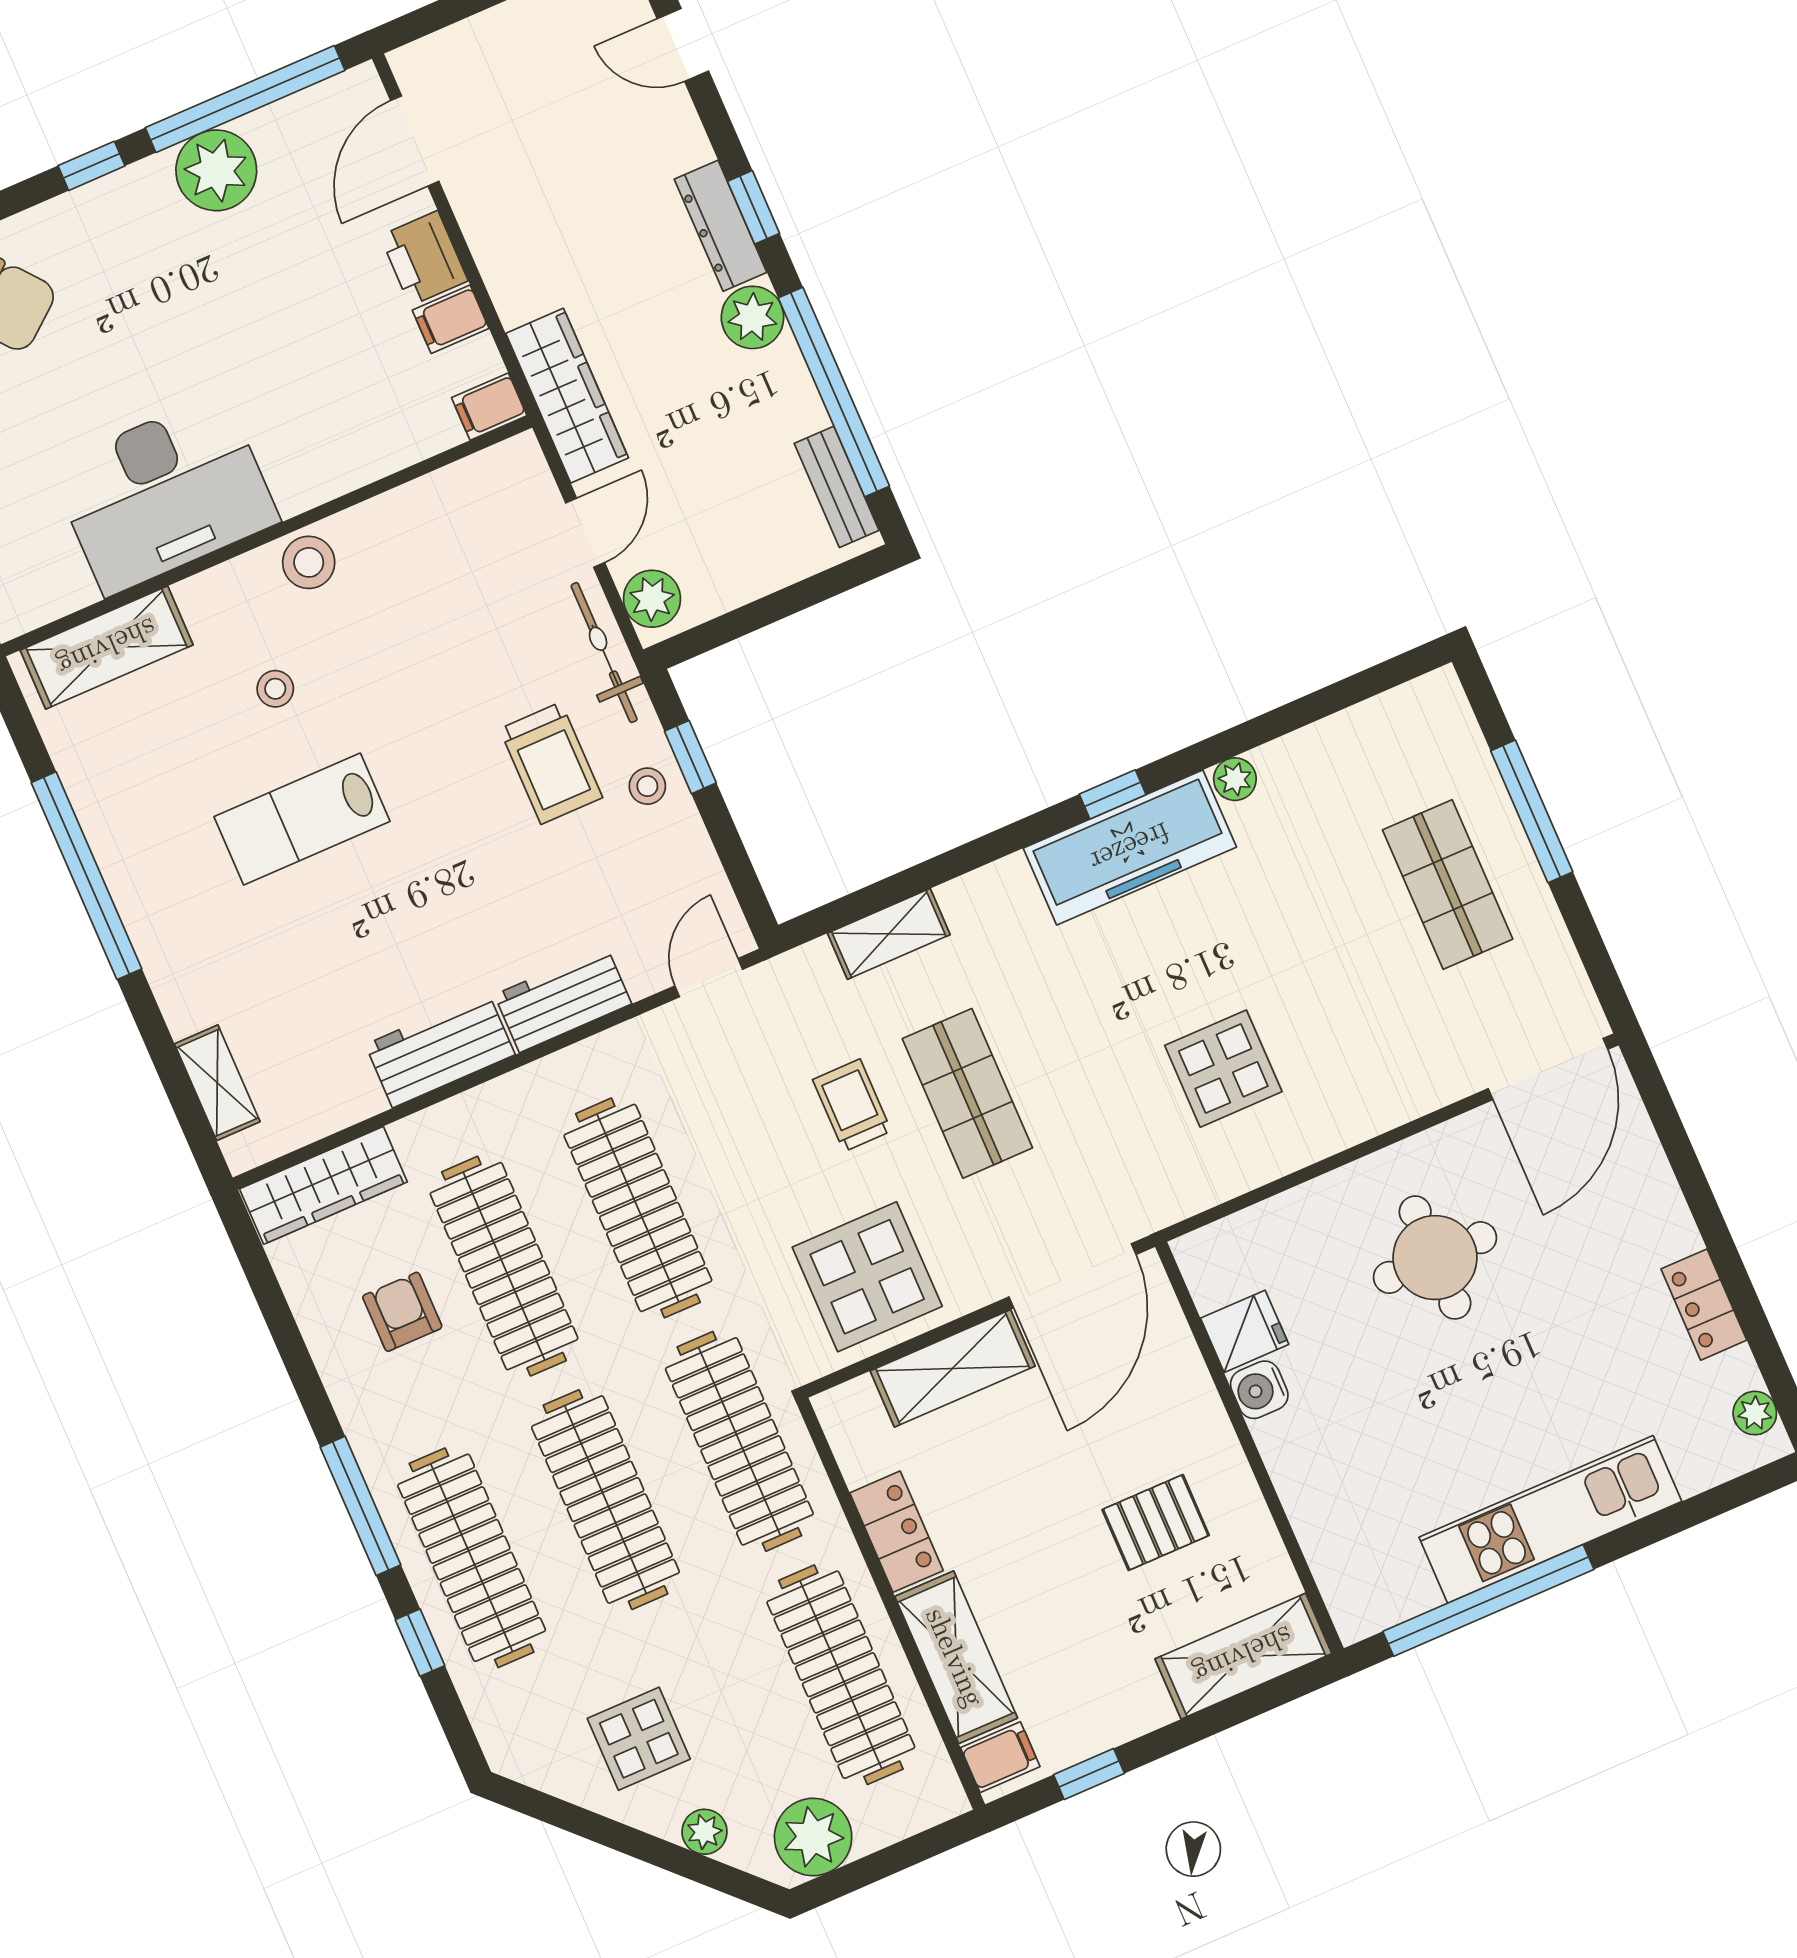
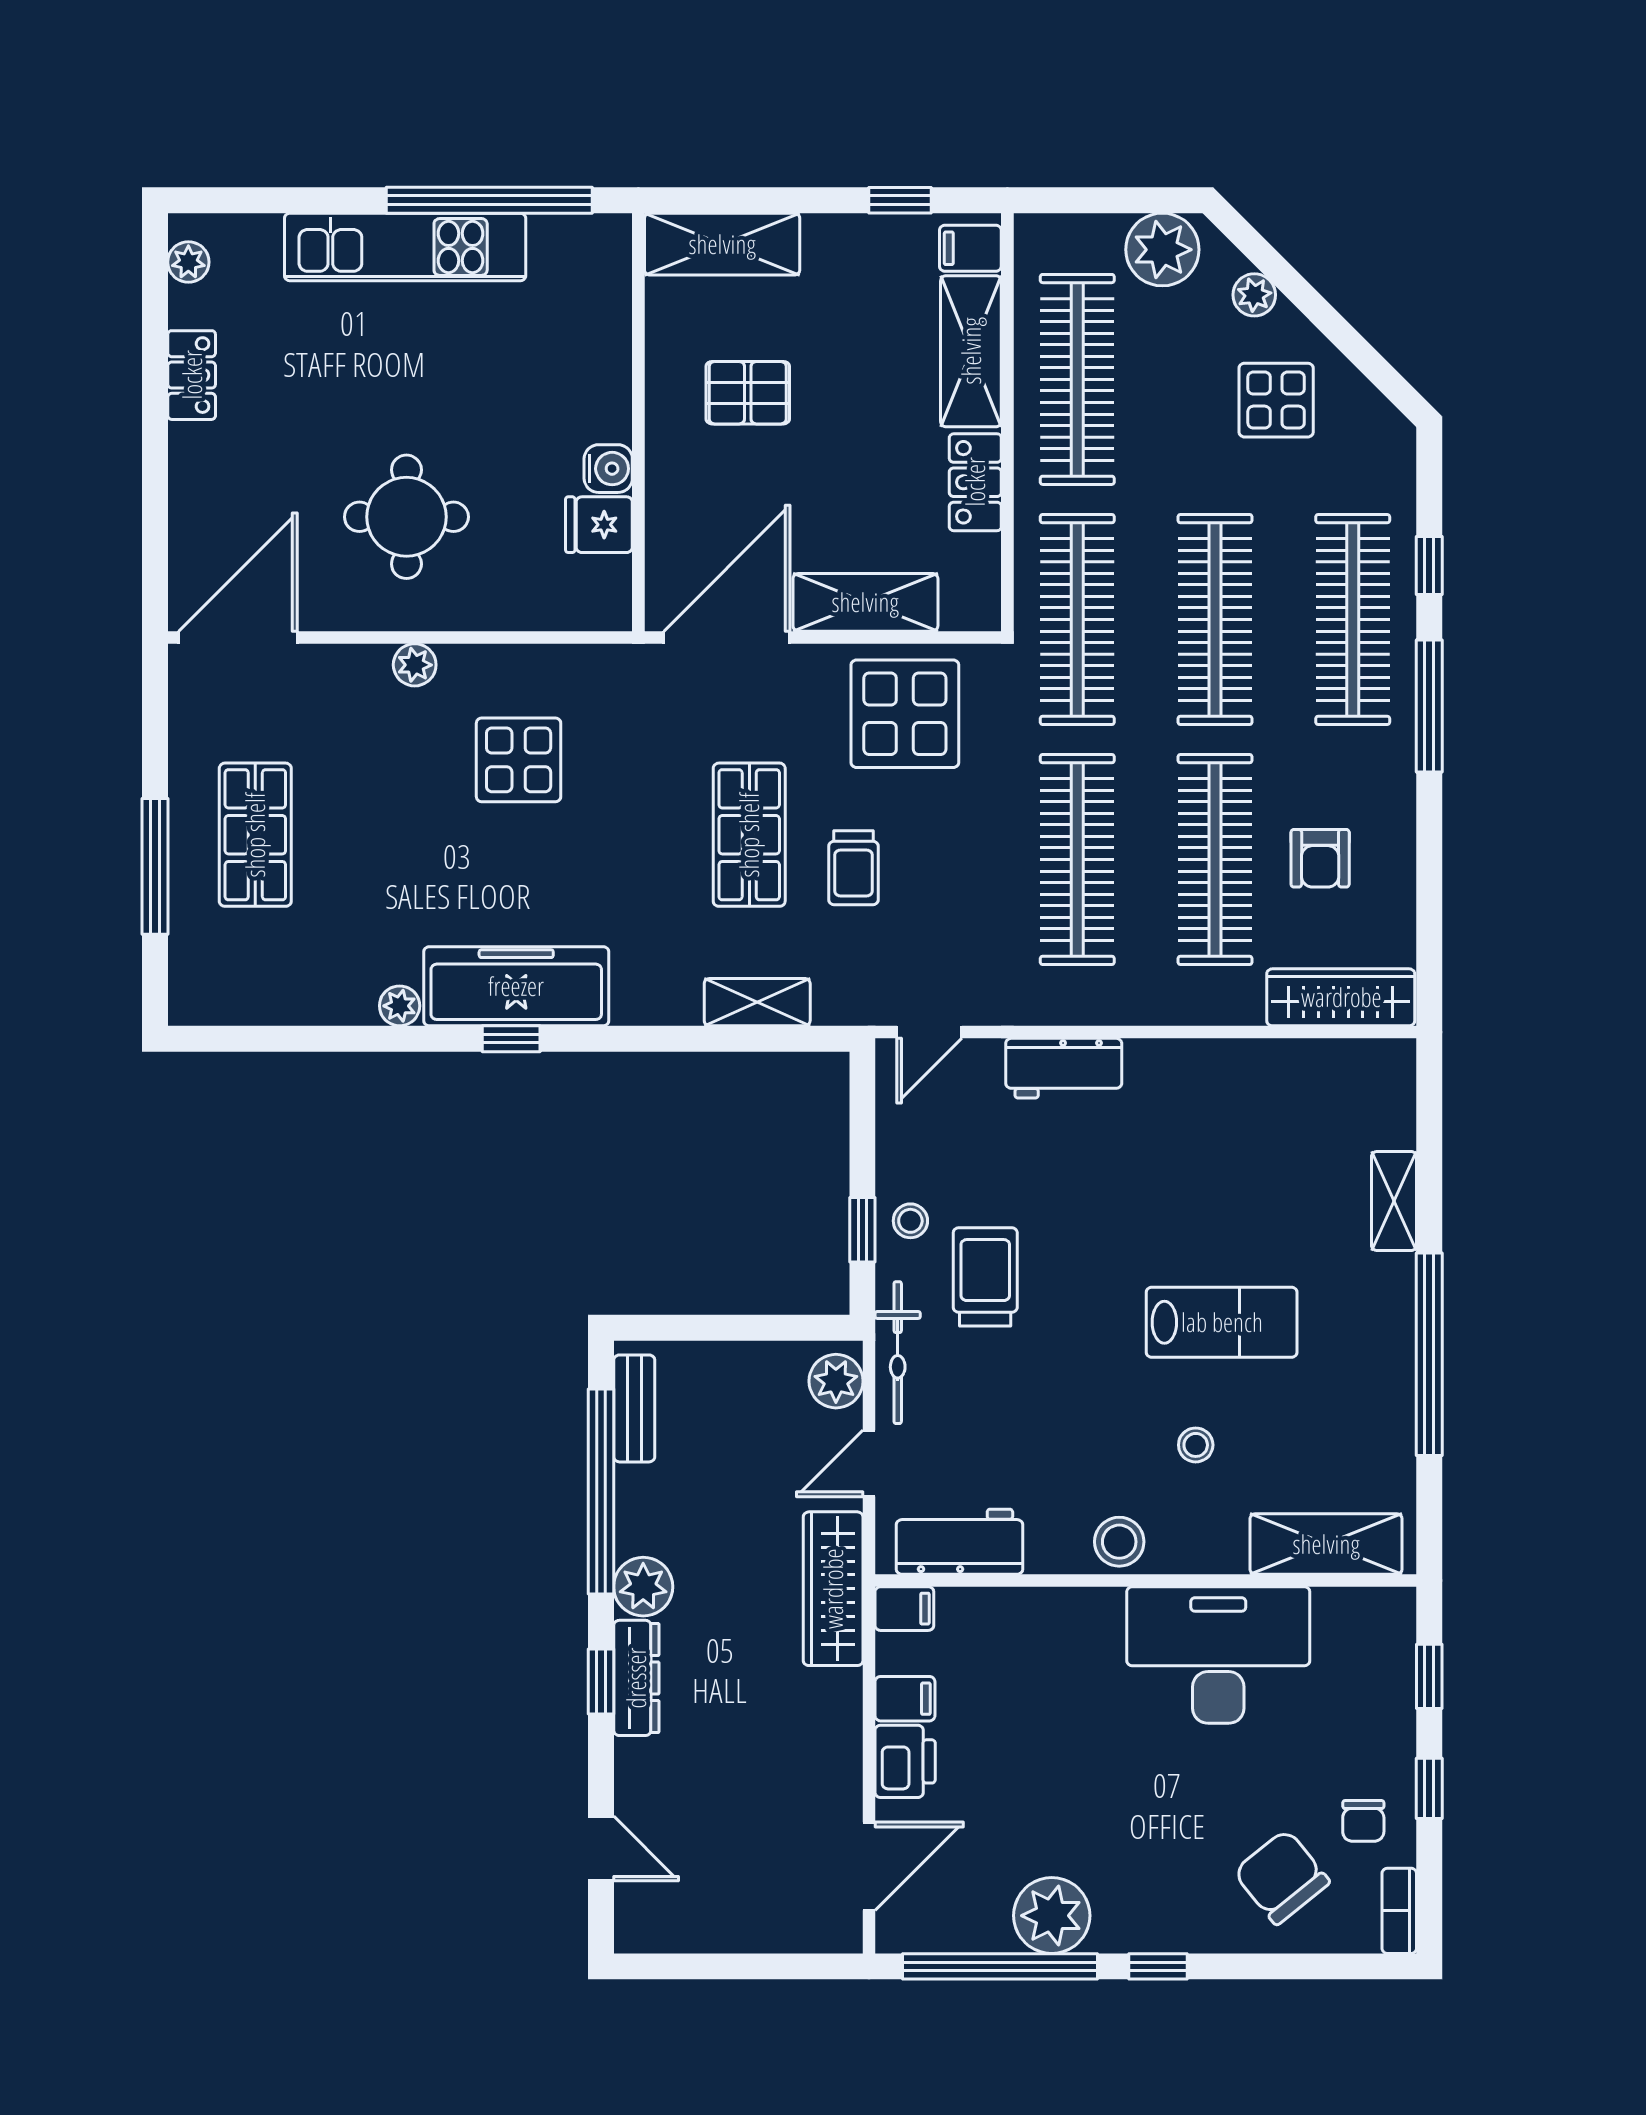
workbench: (440, 1050) -> (959, 1542), moved, turned 180
shelving: (217, 1083) -> (1394, 1201), moved
plant: (1364, 1117) -> (415, 665), added

